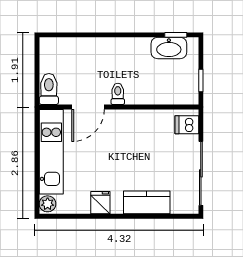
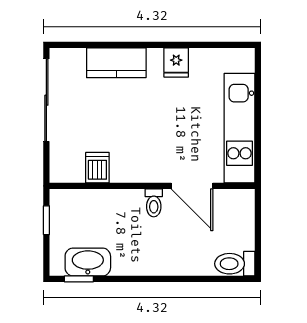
toilet: (49, 89) -> (235, 264), moved, turned 90
door: (88, 107) -> (192, 186), swing flipped
dishwasher: (187, 125) -> (97, 168), moved, turned -90
plant: (48, 204) -> (244, 61), removed

